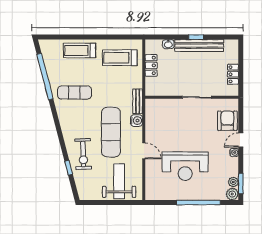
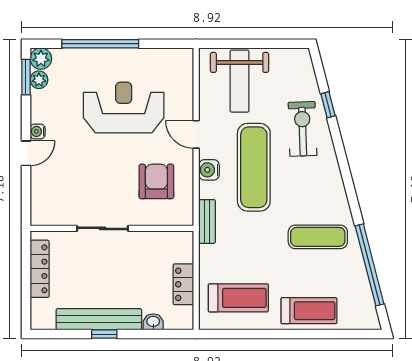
locker: (233, 74) -> (40, 269), width x1.53
water cooler: (136, 121) -> (209, 170), moved
armchair: (227, 121) -> (156, 181), moved, turned 180

